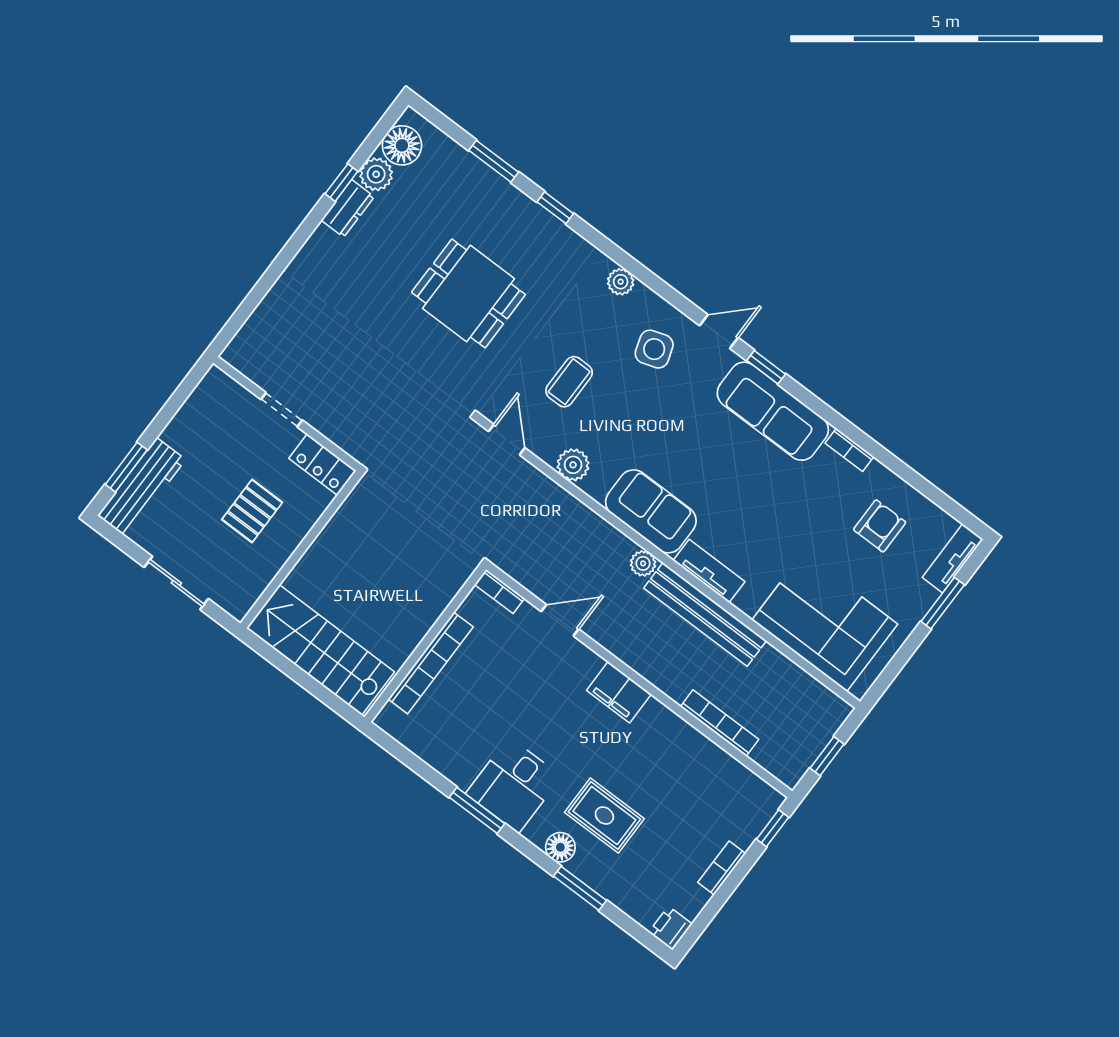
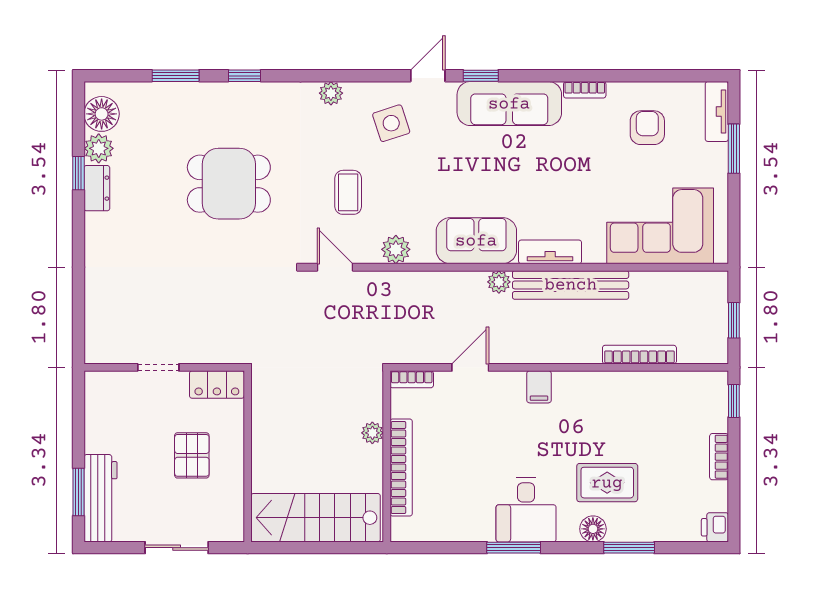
plant: (428, 613) -> (372, 433), added
filing cabinet: (619, 692) -> (539, 387), width x0.50

